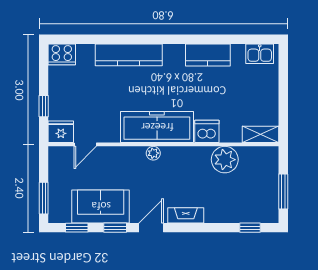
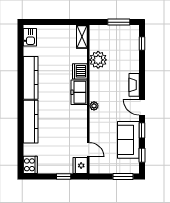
kitchen counter: (208, 55) -> (31, 78), width x1.50
freezer: (157, 127) -> (79, 92), width x0.52, depth x0.79

